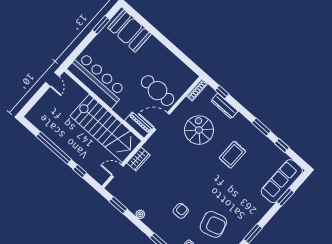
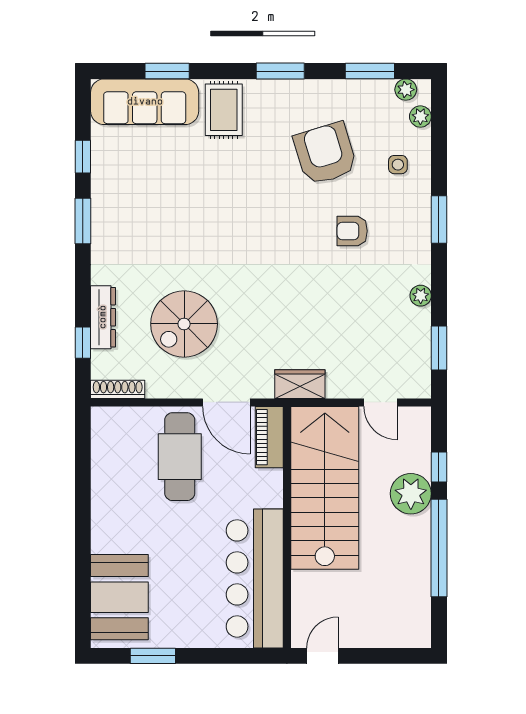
plant: (79, 154) -> (411, 494), added
rug: (232, 155) -> (224, 110), moved, turned 90
wardrobe: (138, 159) -> (300, 384), moved

